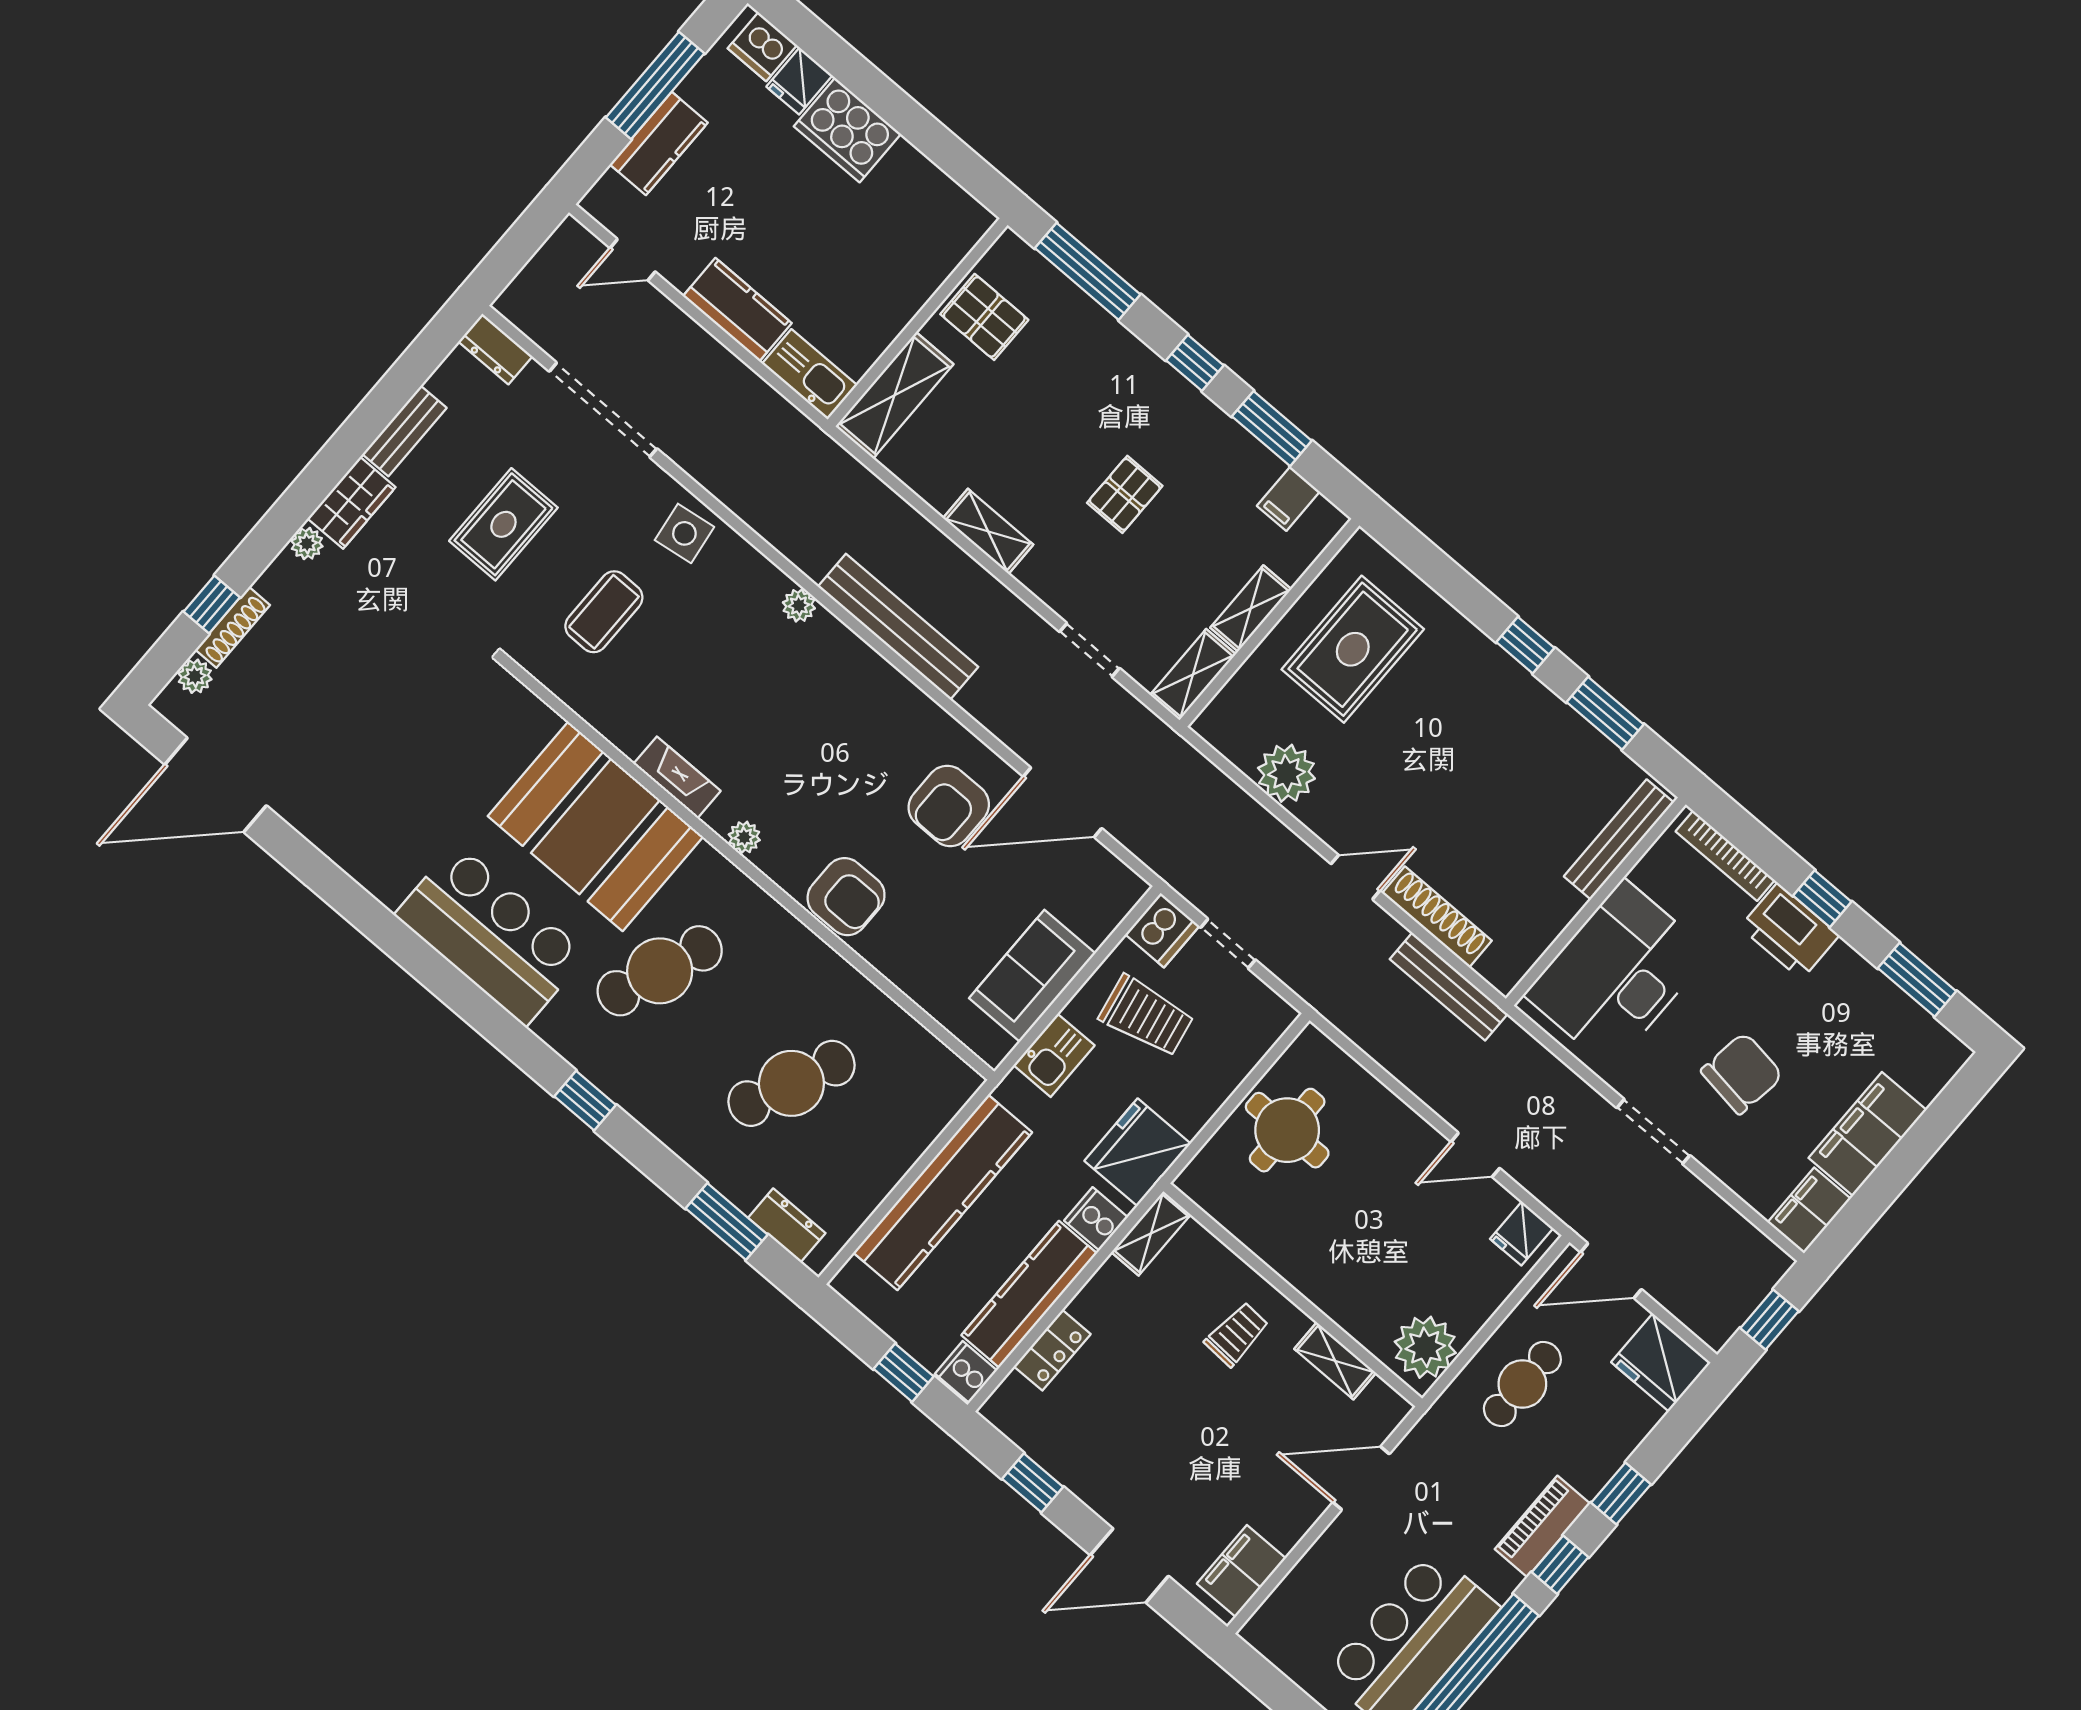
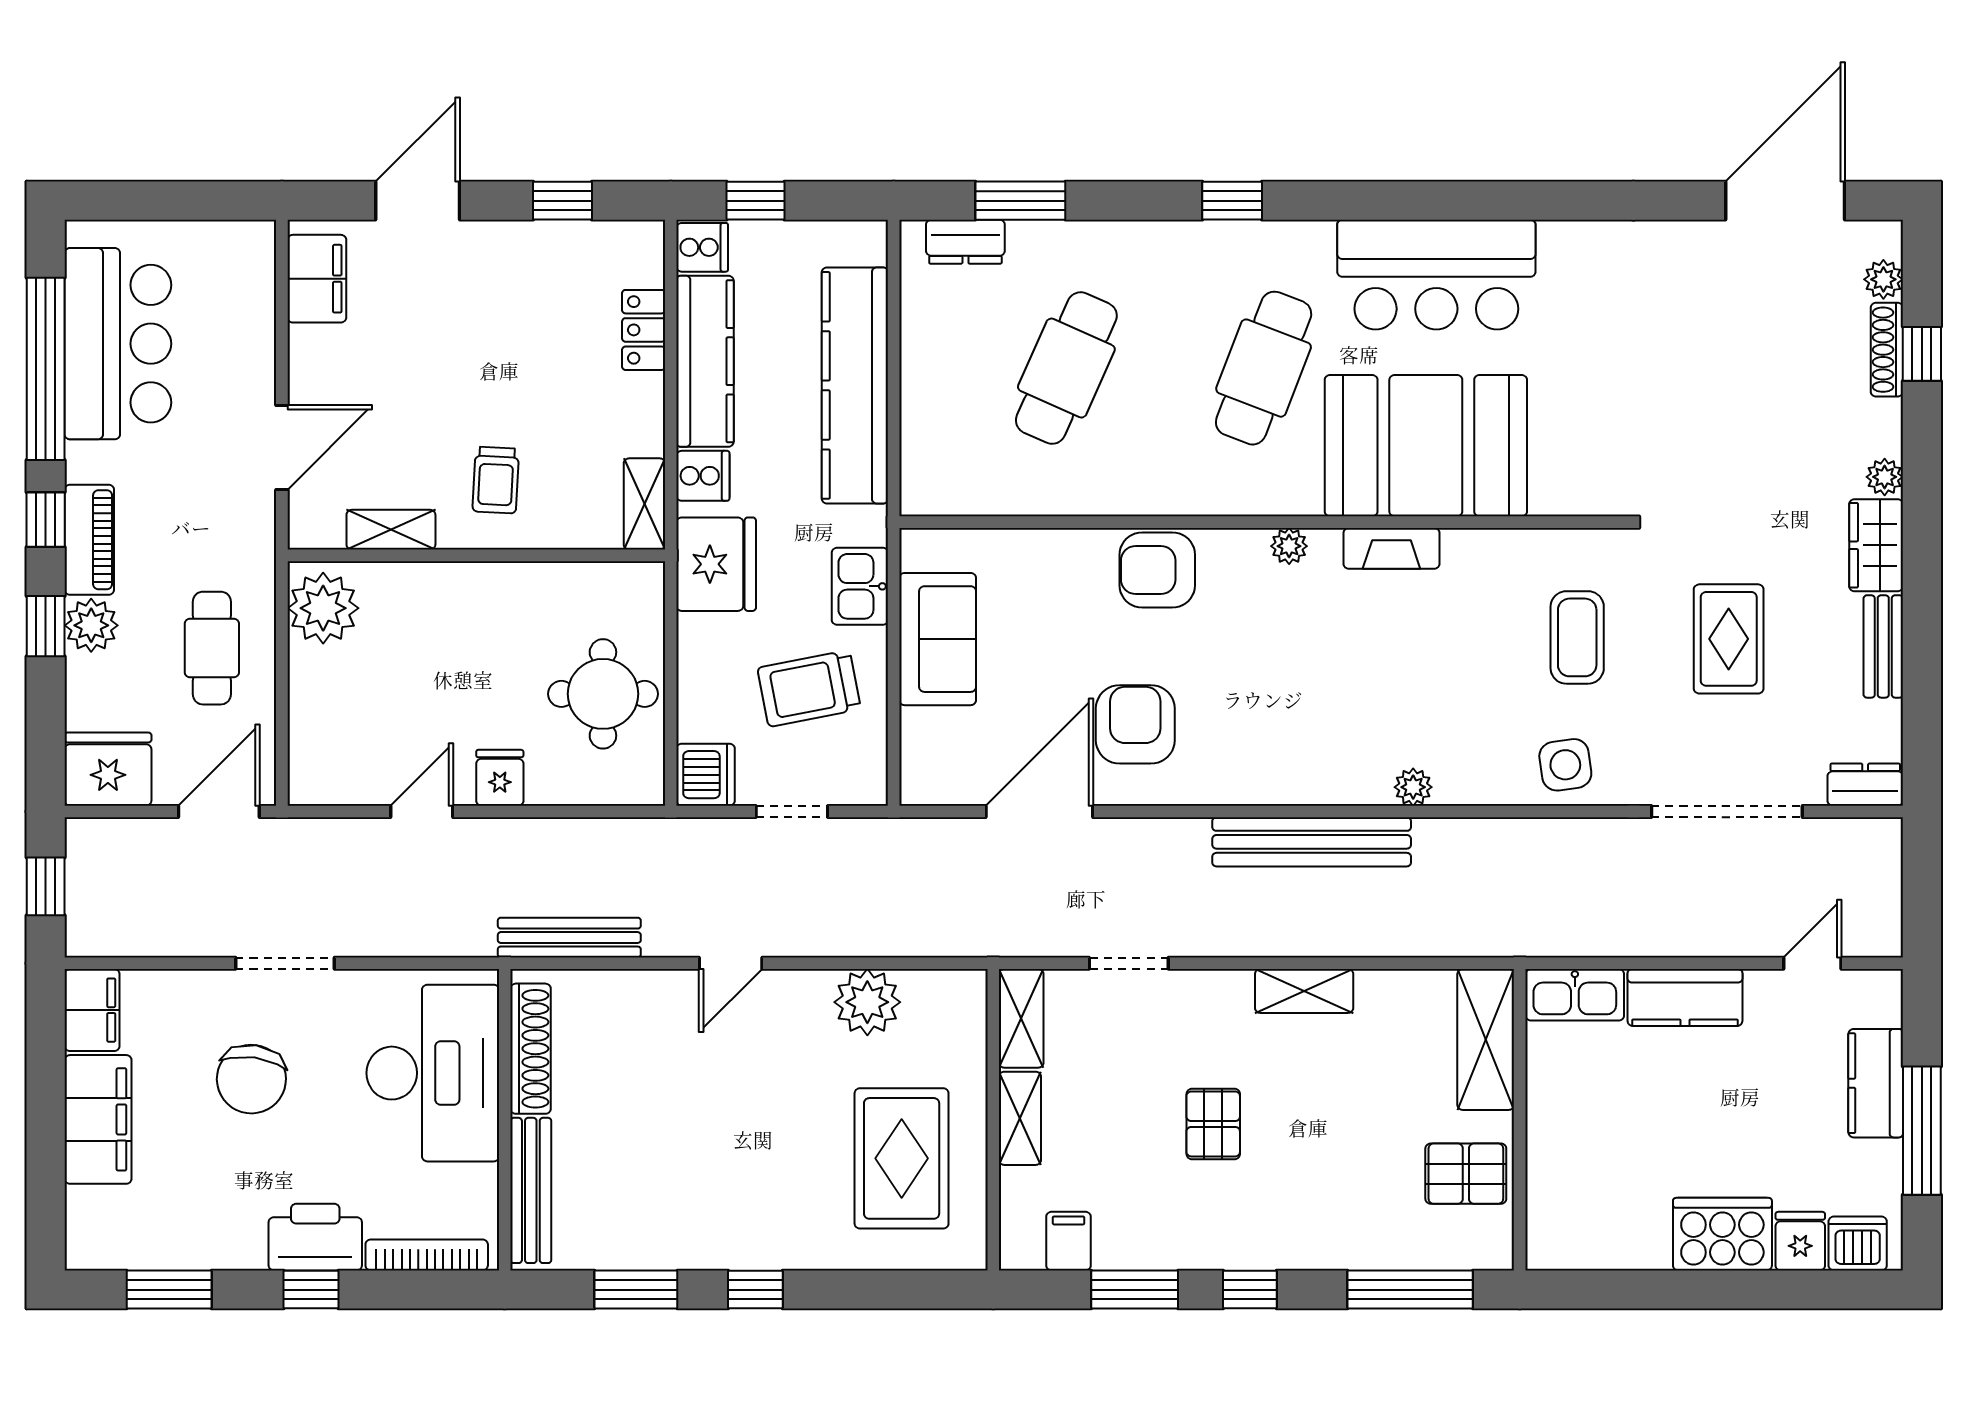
shoe rack: (1437, 917) -> (531, 1049), moved, turned -90
dishwasher: (1162, 930) -> (706, 775), moved, turned 180
fridge: (1522, 1233) -> (500, 778), moved
plant: (1590, 1468) -> (91, 625), added

